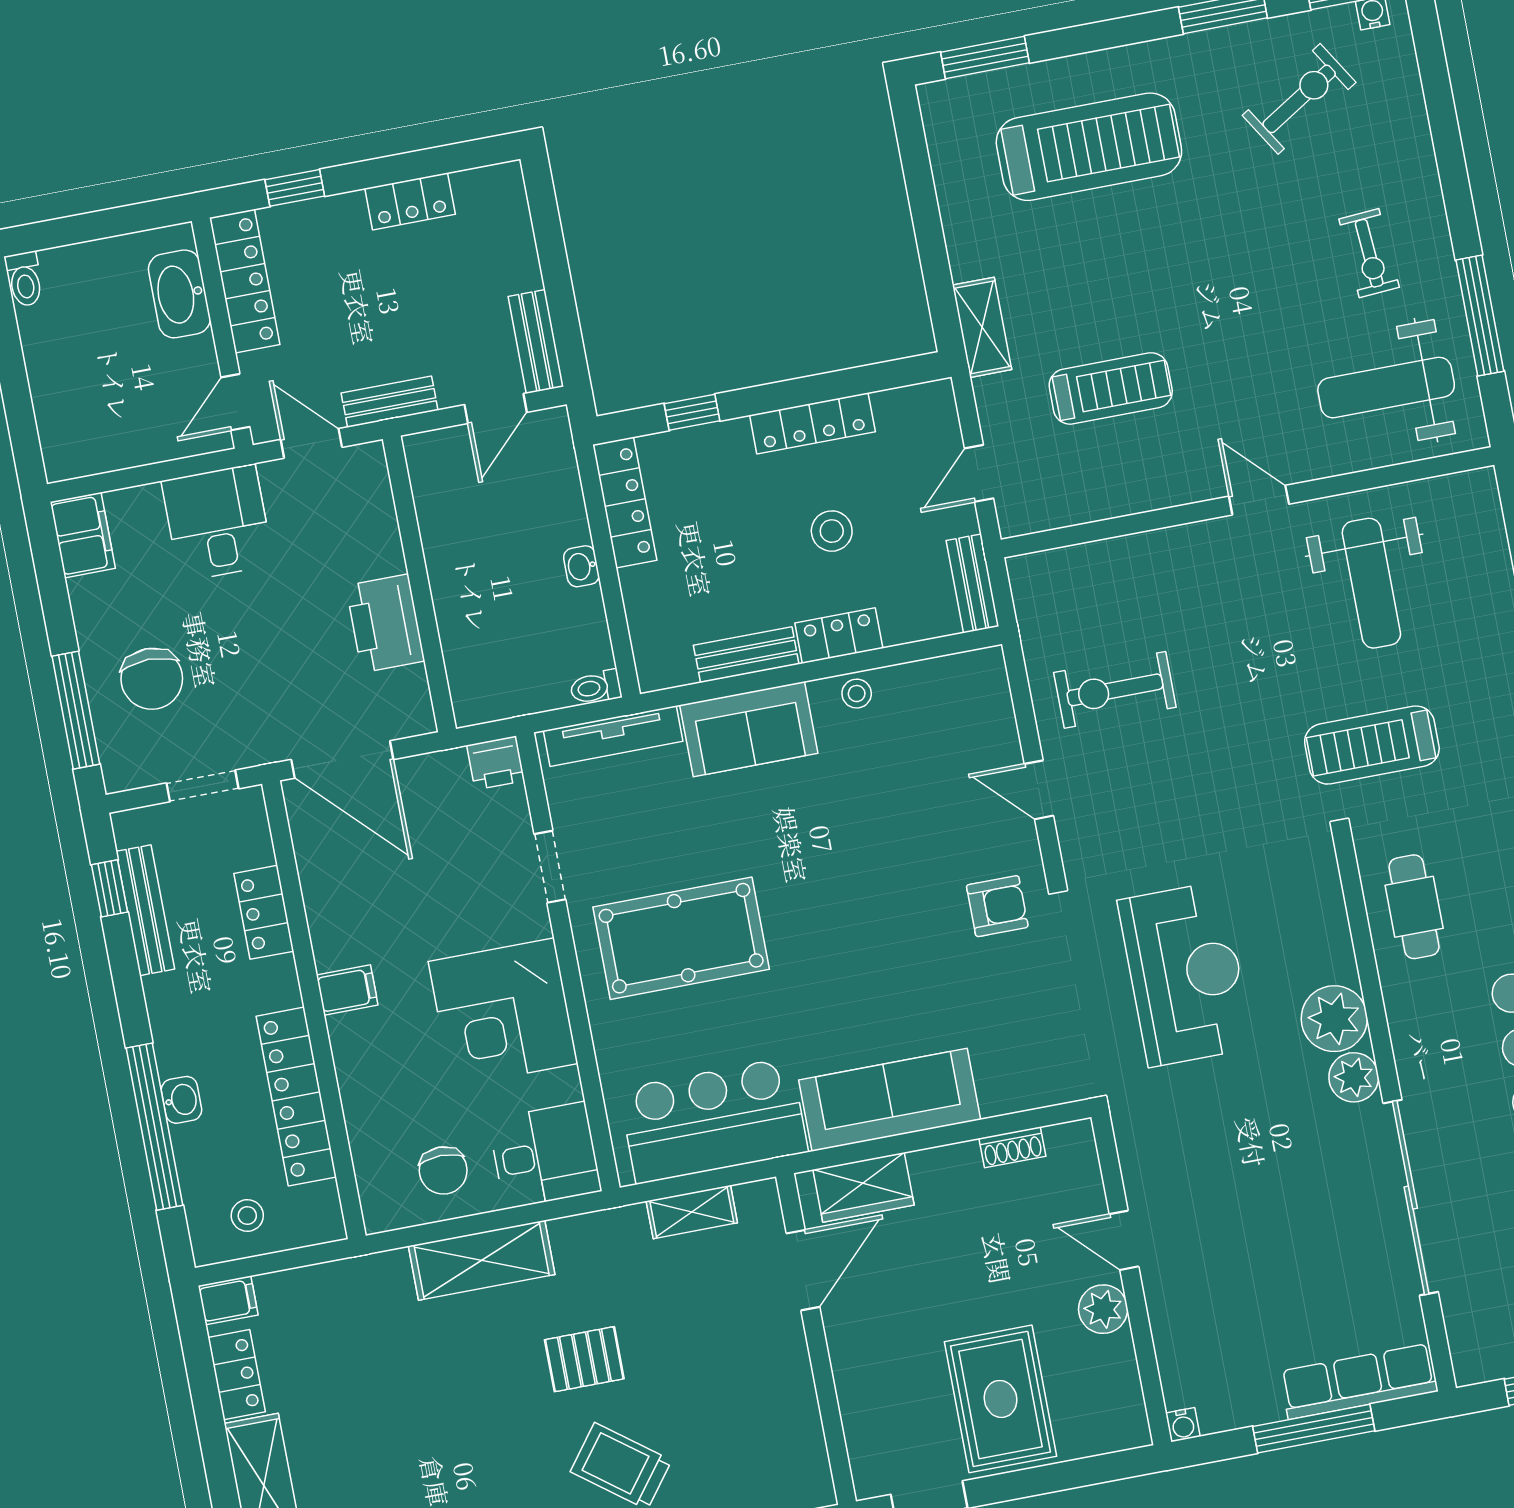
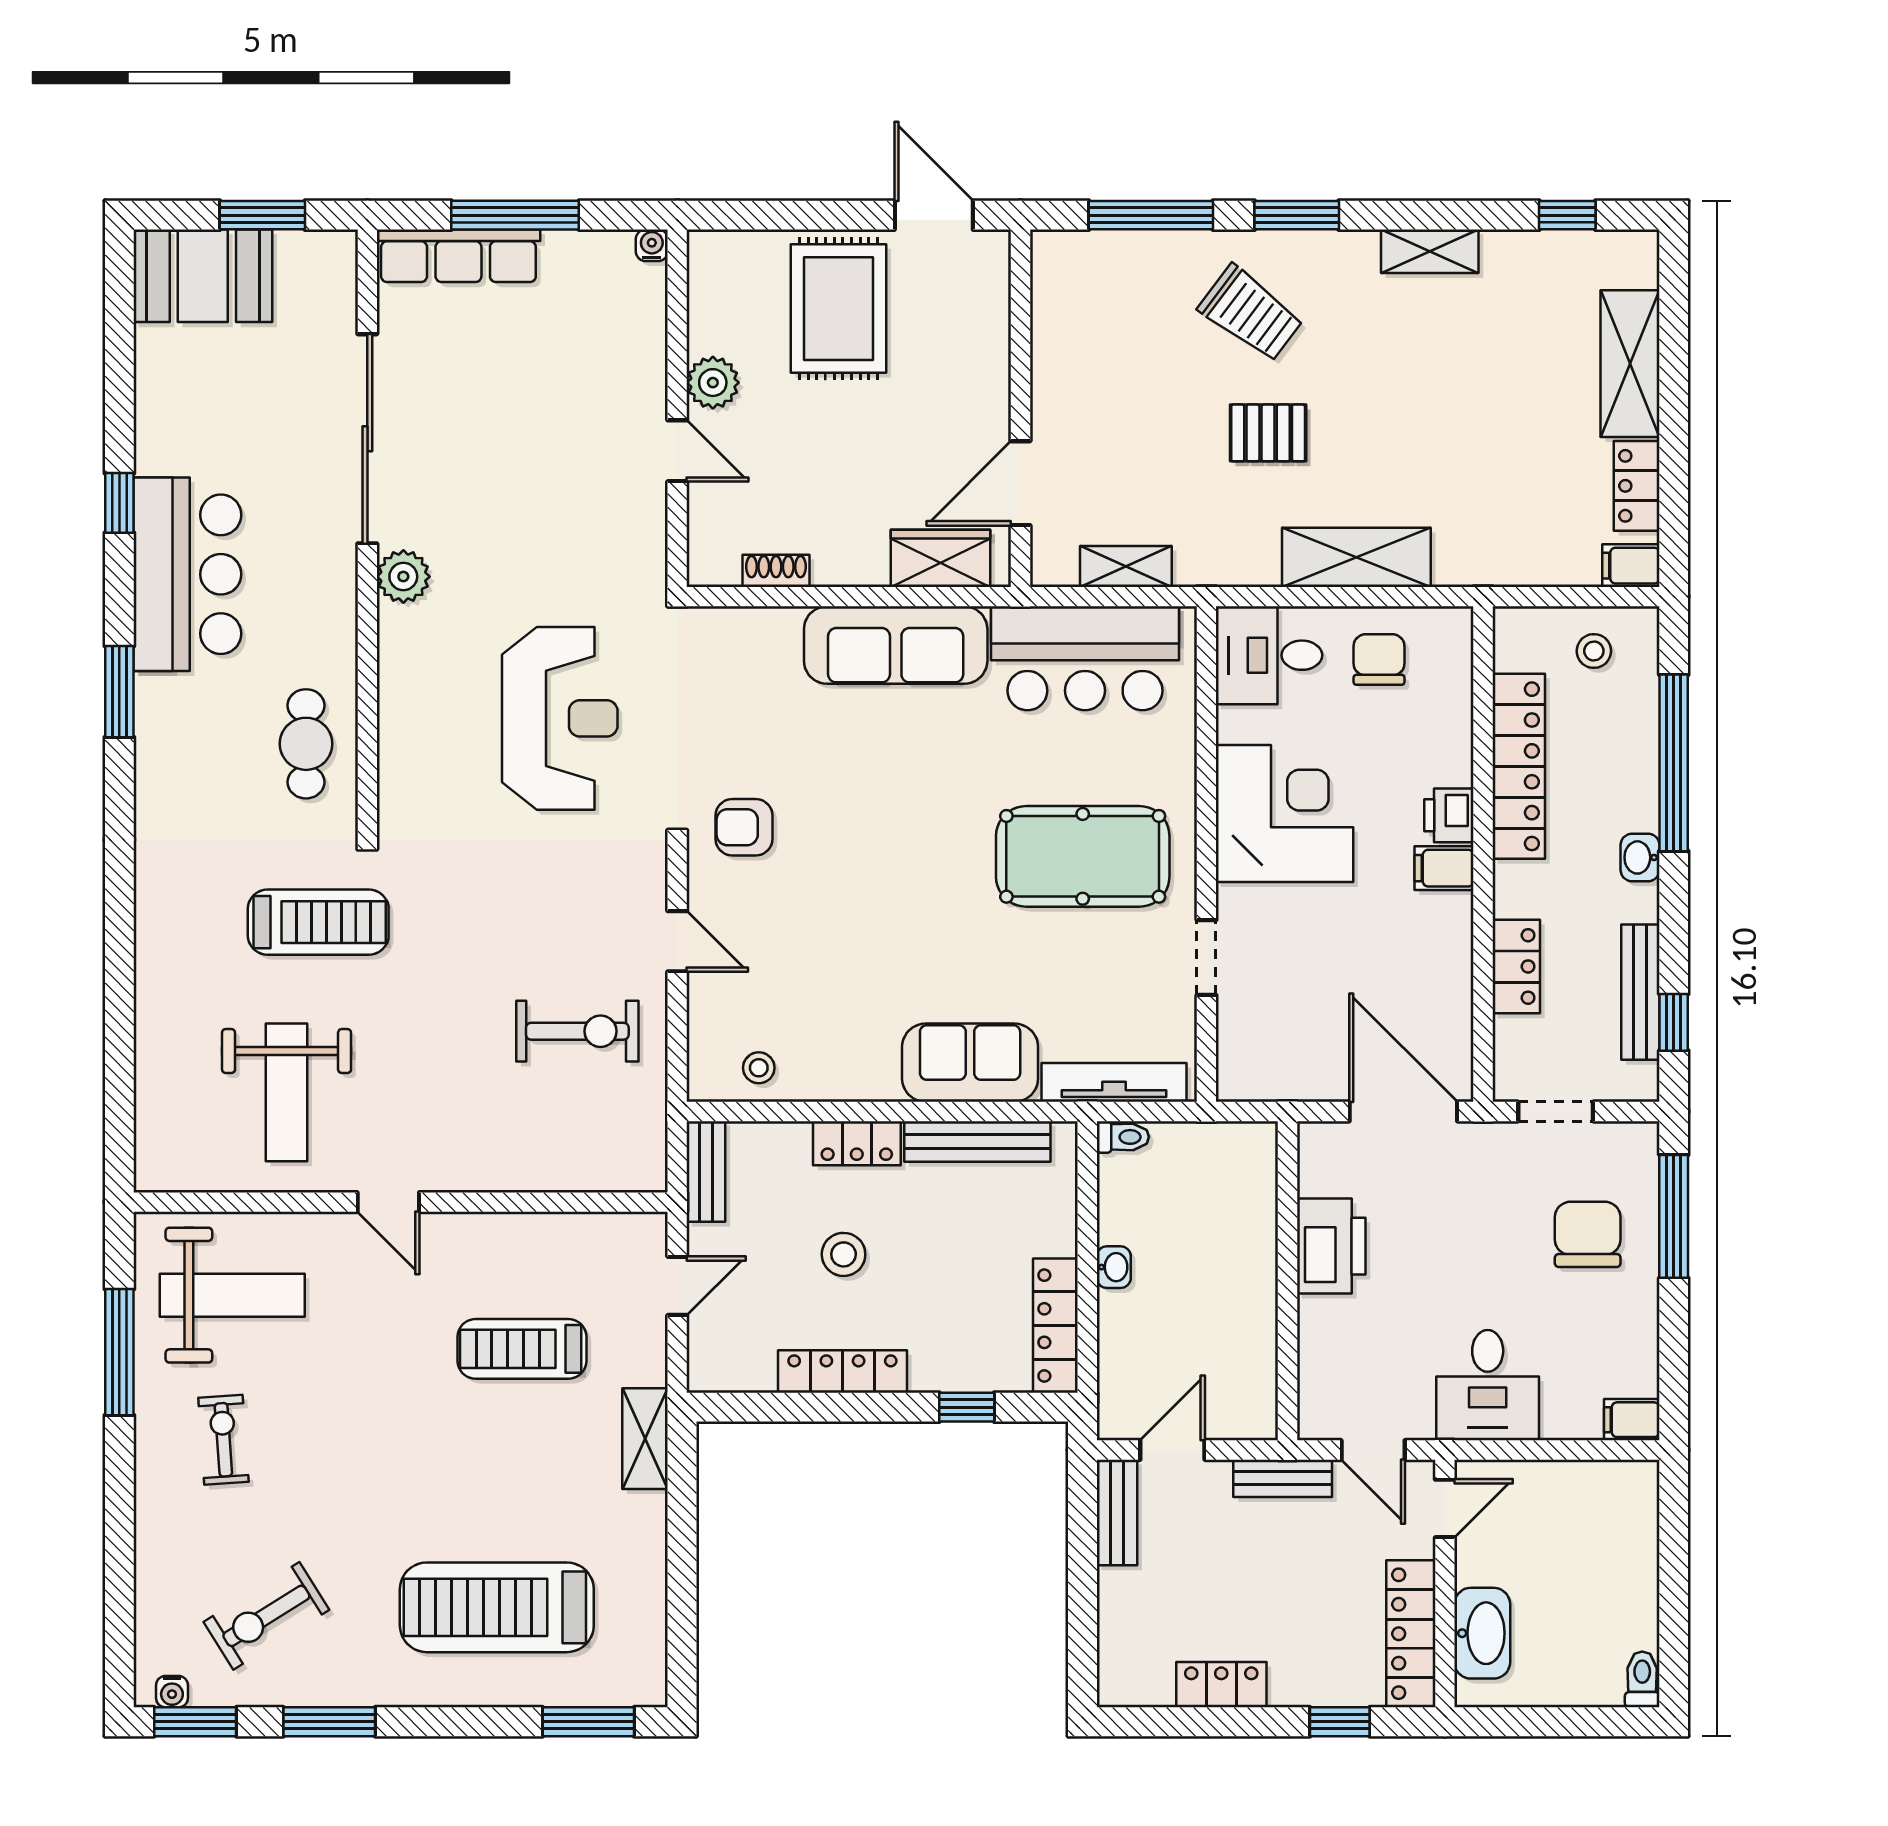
filing cabinet: (83, 535) -> (1632, 1420), width x0.50
weight bench: (1371, 583) -> (287, 1092), turned 180
bench: (746, 655) -> (977, 1141), width x1.36
stool: (857, 694) -> (759, 1068), moved
printer: (496, 763) -> (1449, 815), moved, turned -90
reception desk: (1185, 974) -> (560, 718), turned 180
plant: (1334, 1019) -> (412, 642), removed
washbasin: (181, 1100) -> (1640, 857), moved

